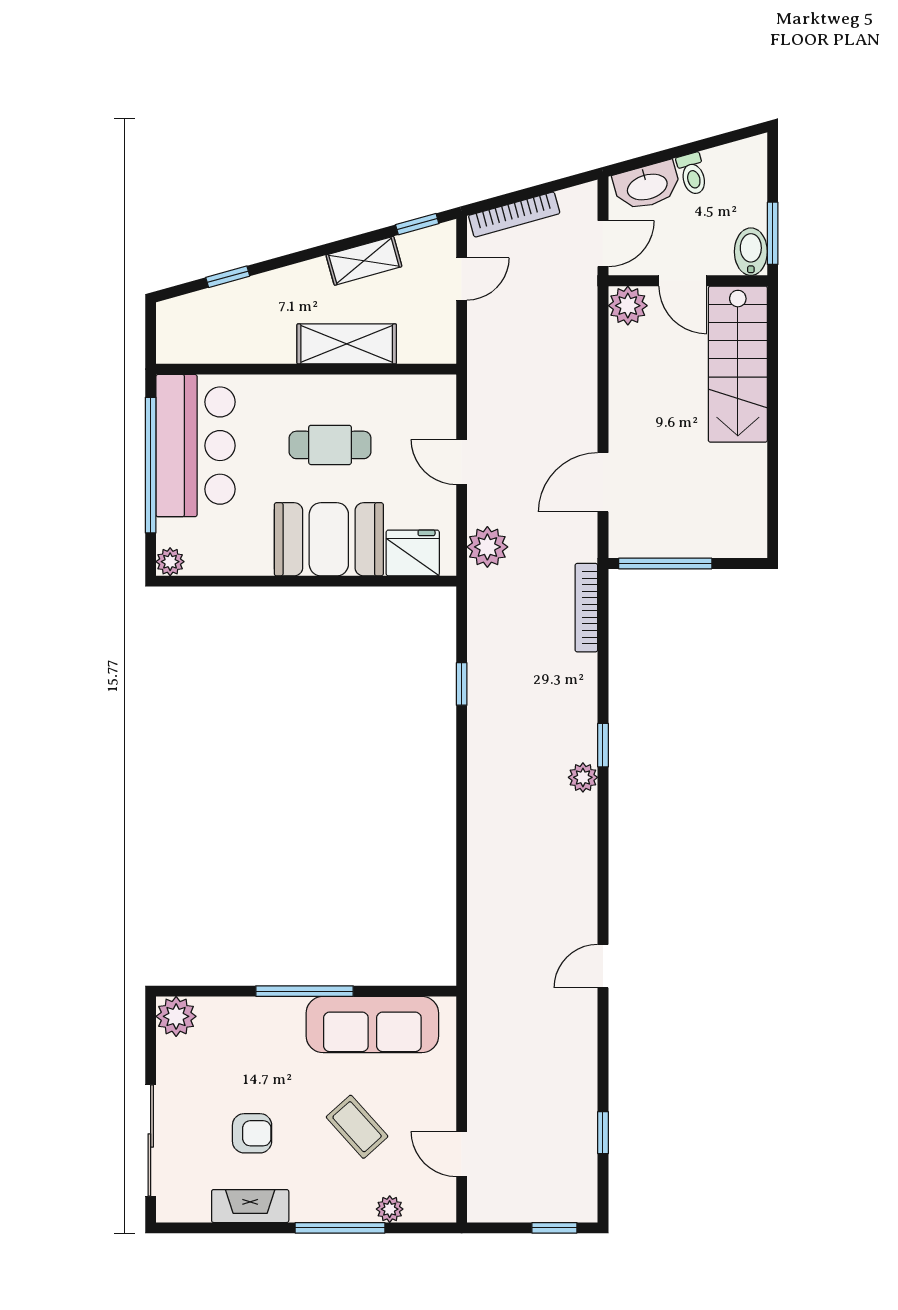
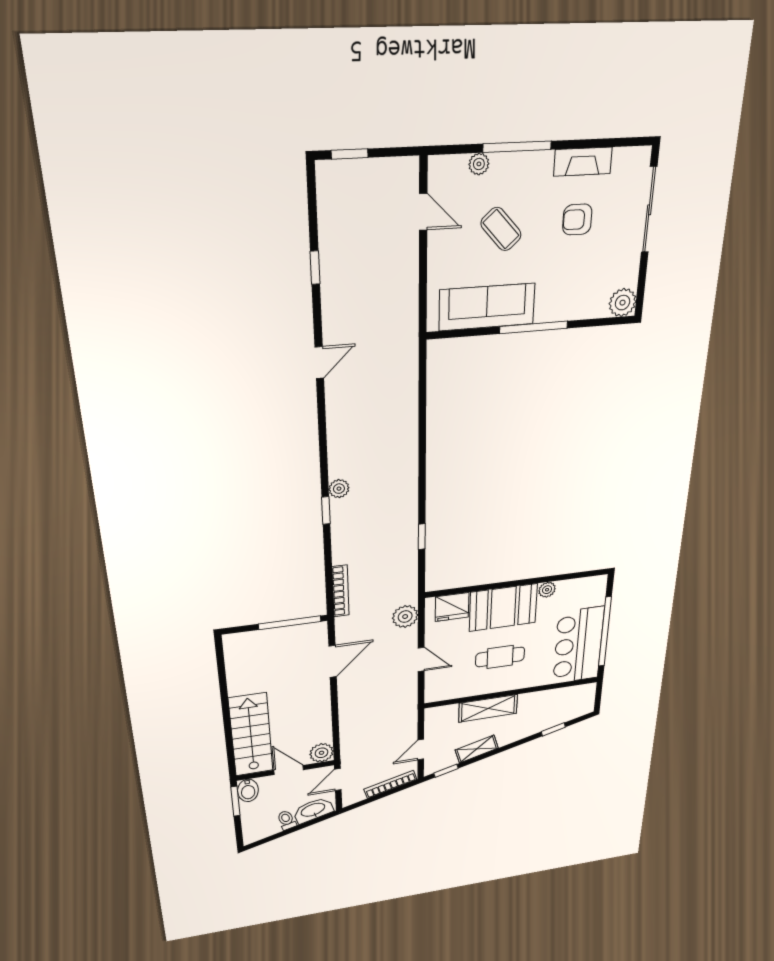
plant: (170, 562) -> (547, 590), moved
window: (603, 1133) -> (315, 268), moved

